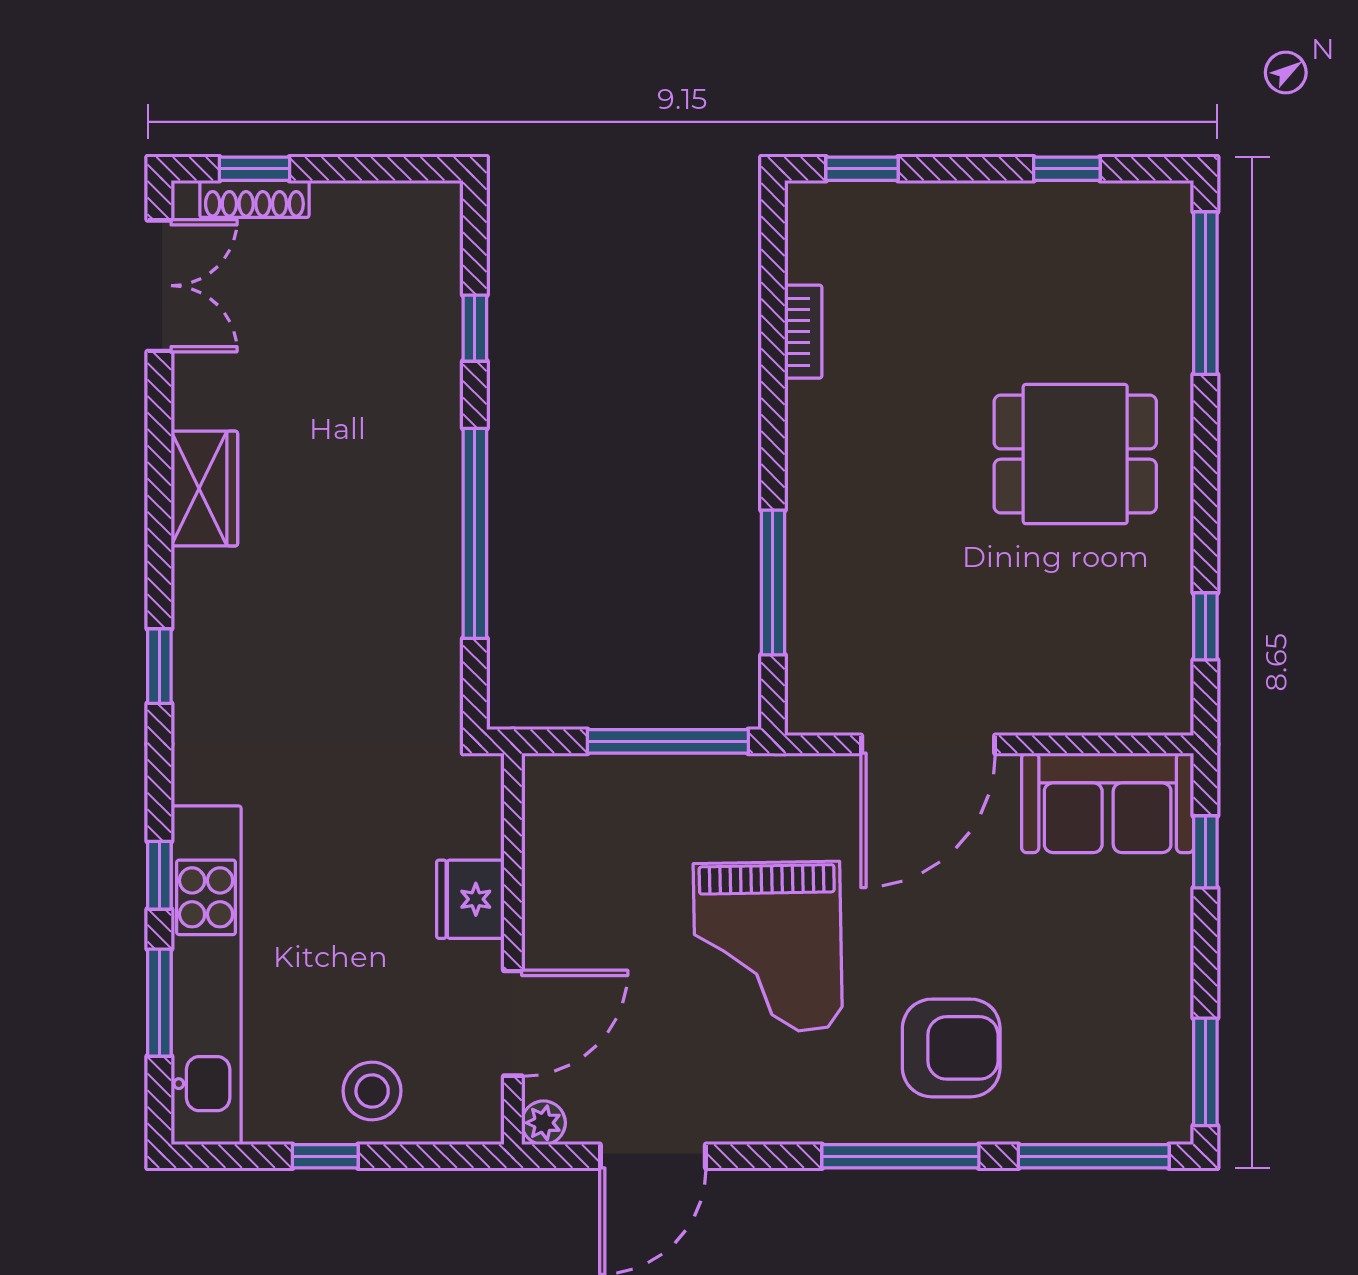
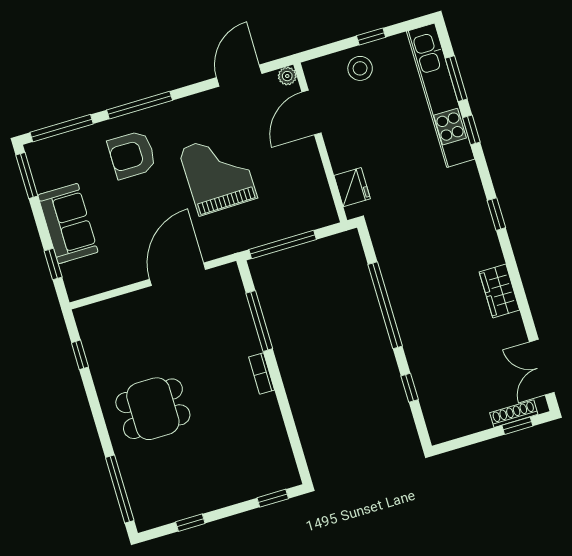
bookcase: (803, 332) -> (262, 373), moved
sofa: (1108, 803) -> (68, 224), moved, turned 90
fridge: (470, 899) -> (352, 187), moved

